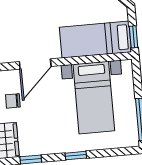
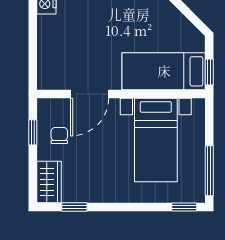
chair: (13, 101) -> (59, 136), turned 90
window: (76, 156) -> (184, 207), moved

